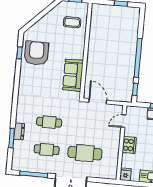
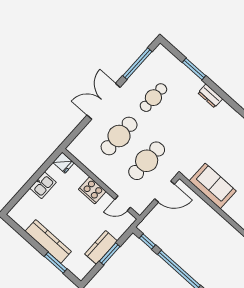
door: (123, 121) -> (123, 203), swing flipped
cafe table: (49, 122) -> (147, 161), moved, width x1.37, depth x1.35
dresser: (19, 131) -> (210, 96), moved

